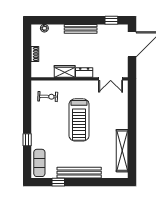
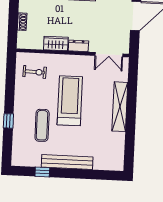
treadmill: (79, 120) -> (70, 101), turned 180
shelving: (122, 151) -> (120, 107), moved
exercise mat: (39, 163) -> (42, 125), moved

